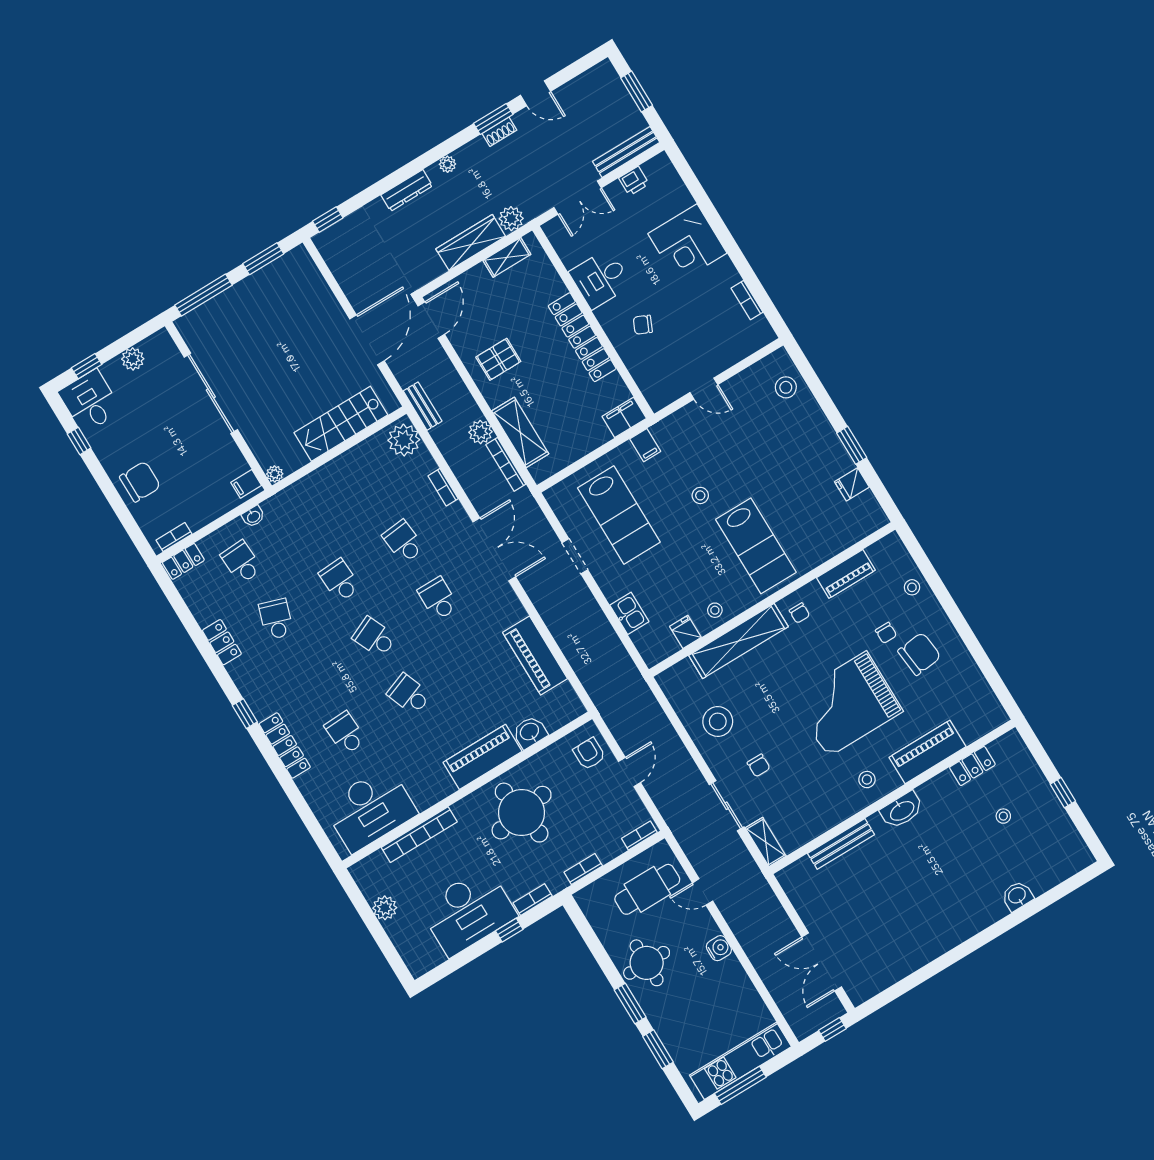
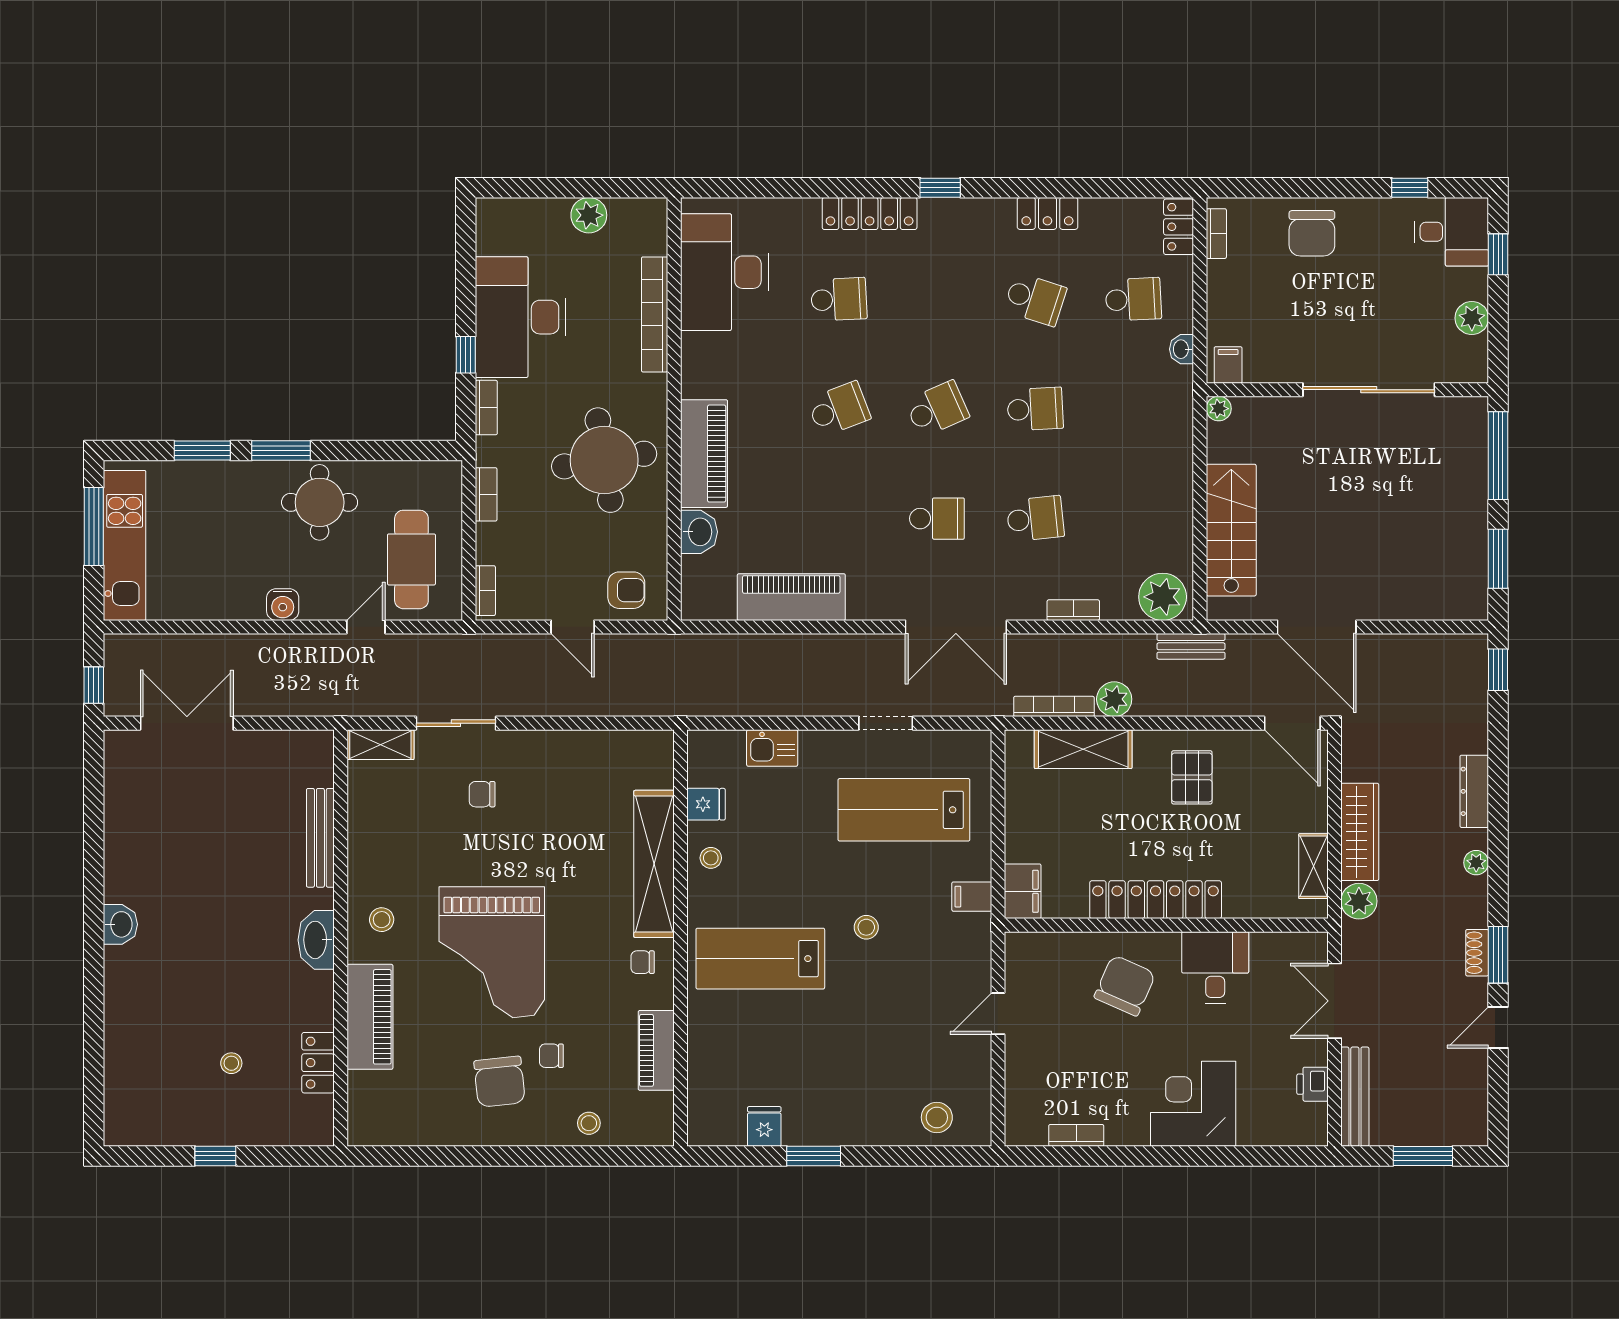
chair: (643, 325) -> (1125, 985), width x1.87, depth x1.87
grand piano: (847, 704) -> (492, 952), turned 180
stool: (718, 721) -> (569, 776), removed
washbasin: (1017, 896) -> (120, 924), moved

